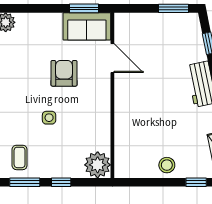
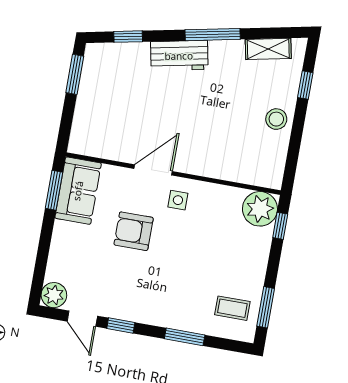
door: (112, 58) -> (153, 170), moved
side table: (49, 118) -> (178, 200), moved
window: (61, 182) -> (280, 226), moved

